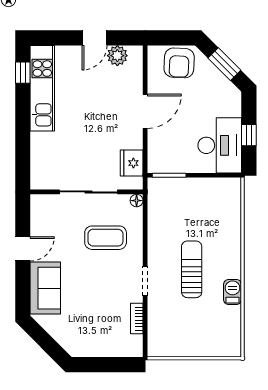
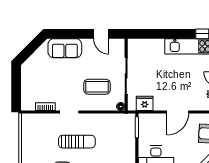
door: (145, 111) -> (178, 112), hinge flipped
coffee table: (106, 238) -> (97, 87), turned 90
door: (23, 249) -> (101, 34), moved

